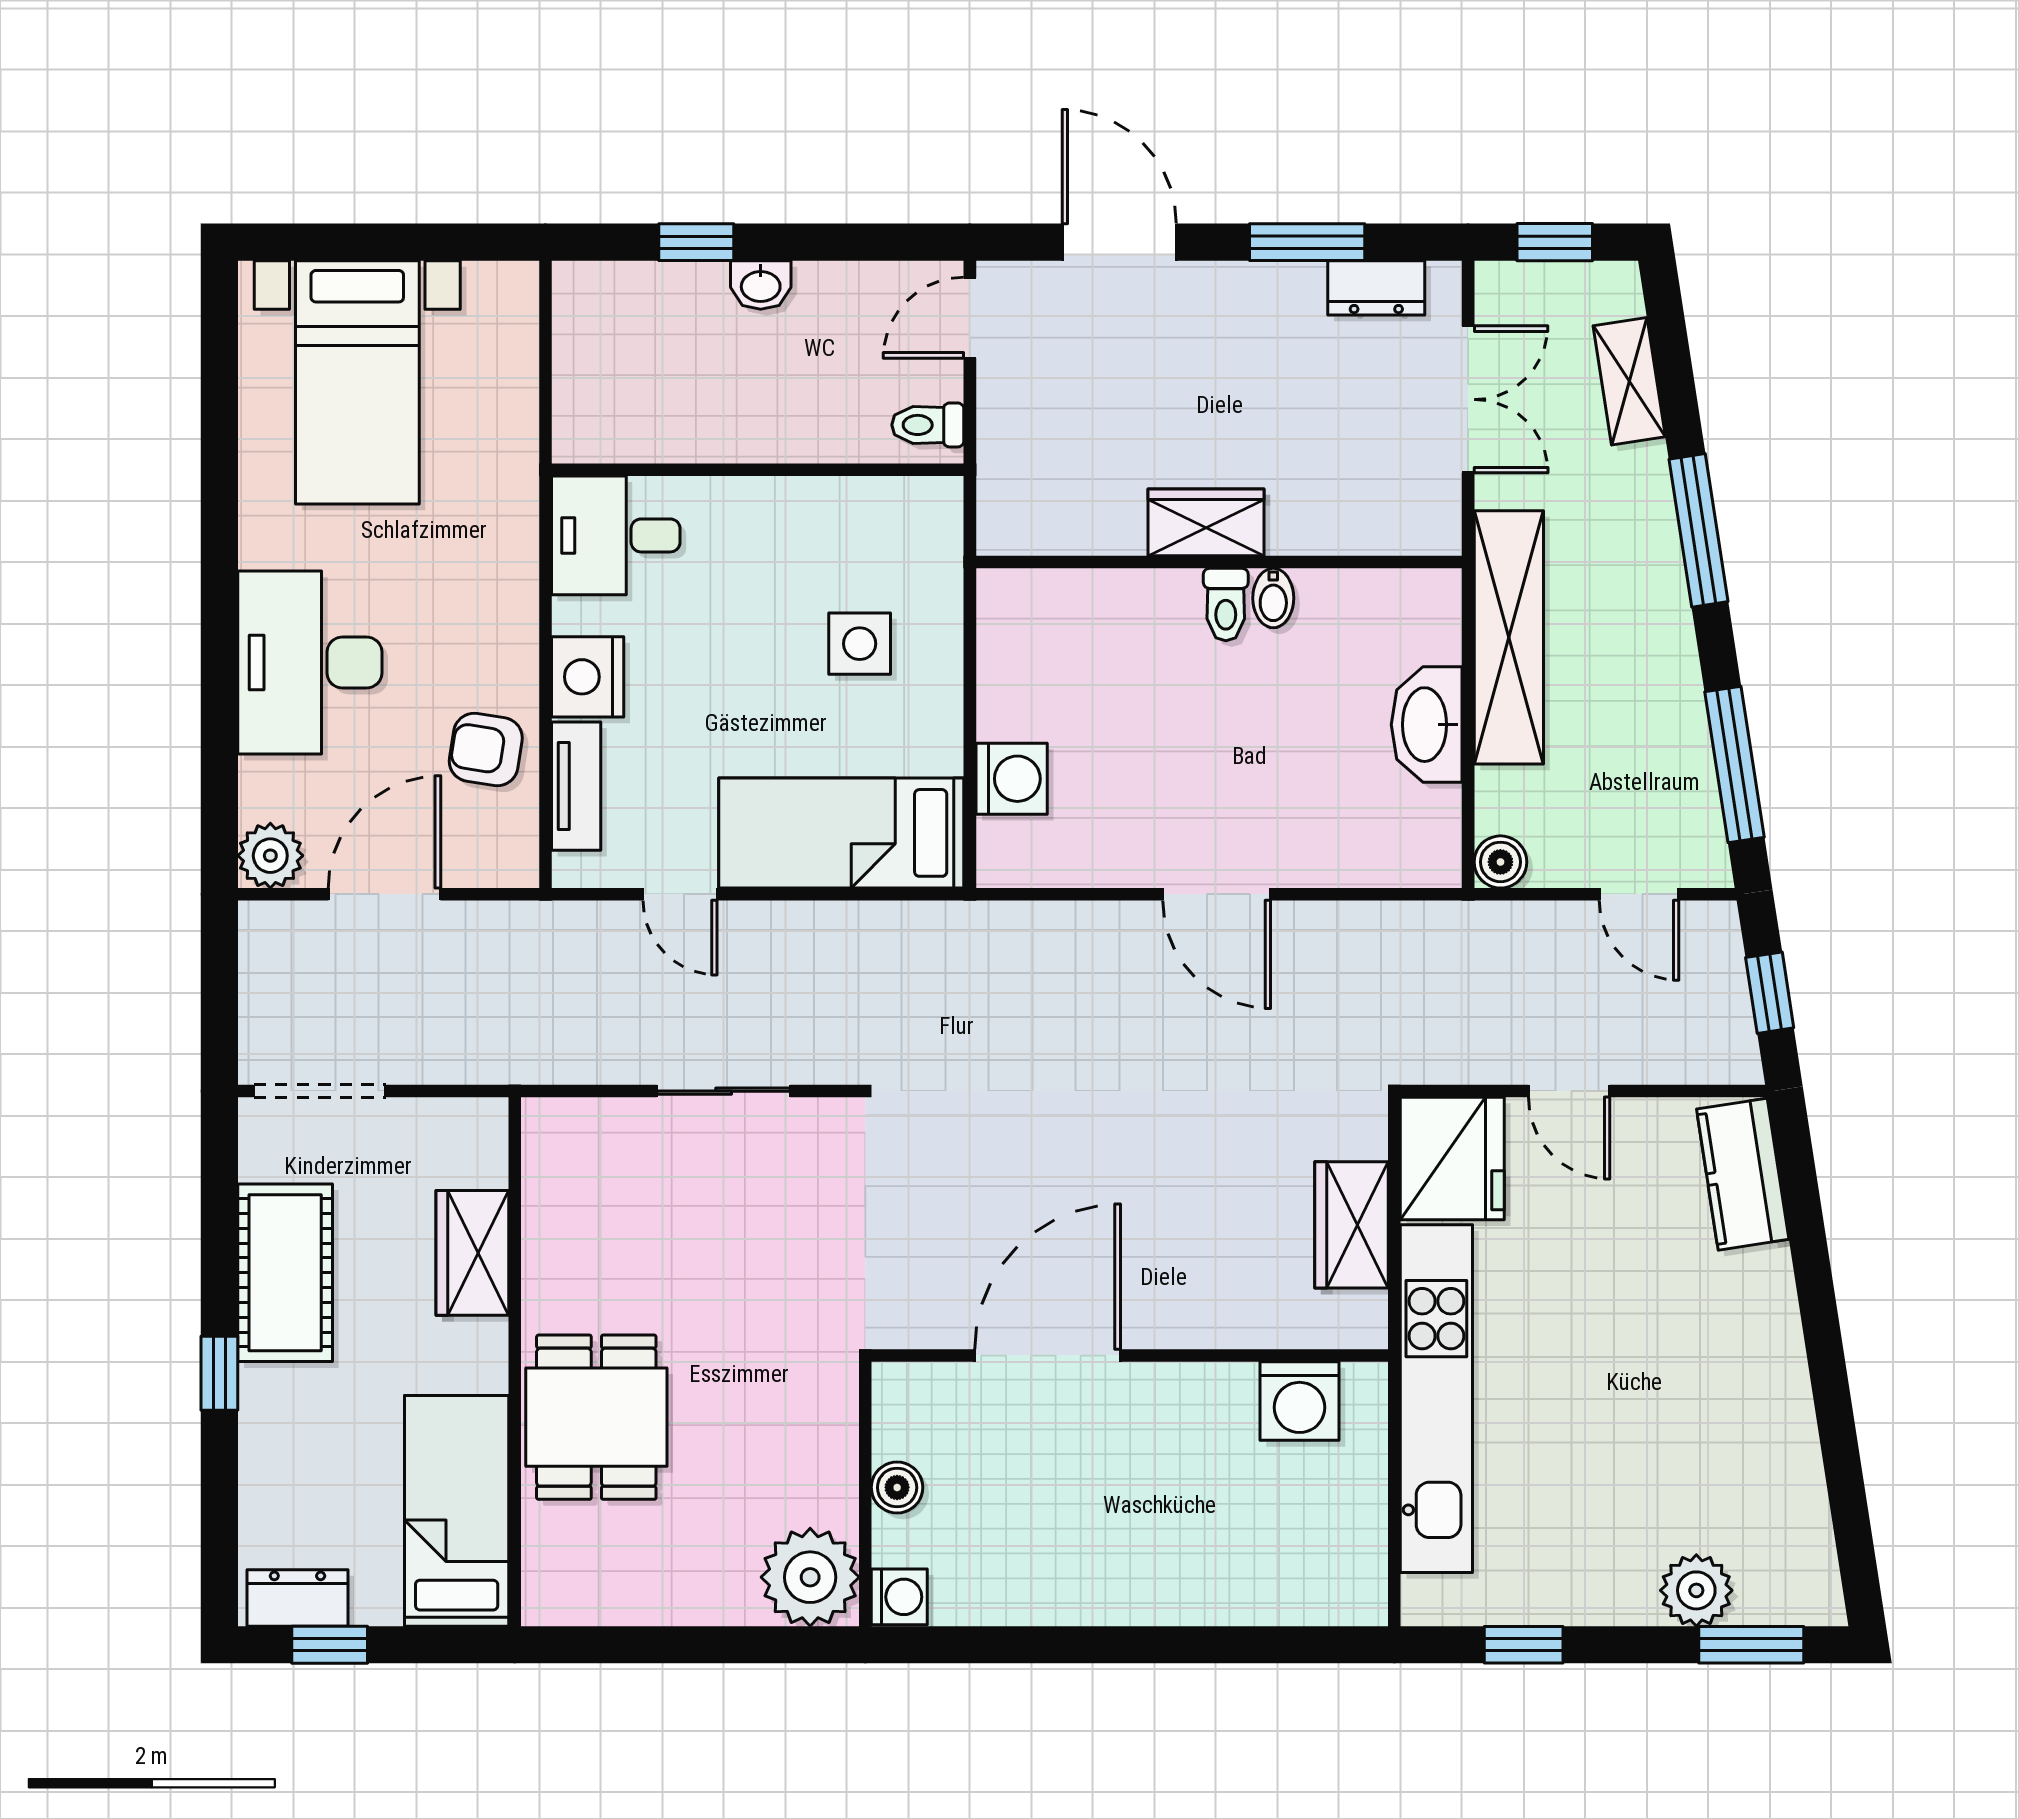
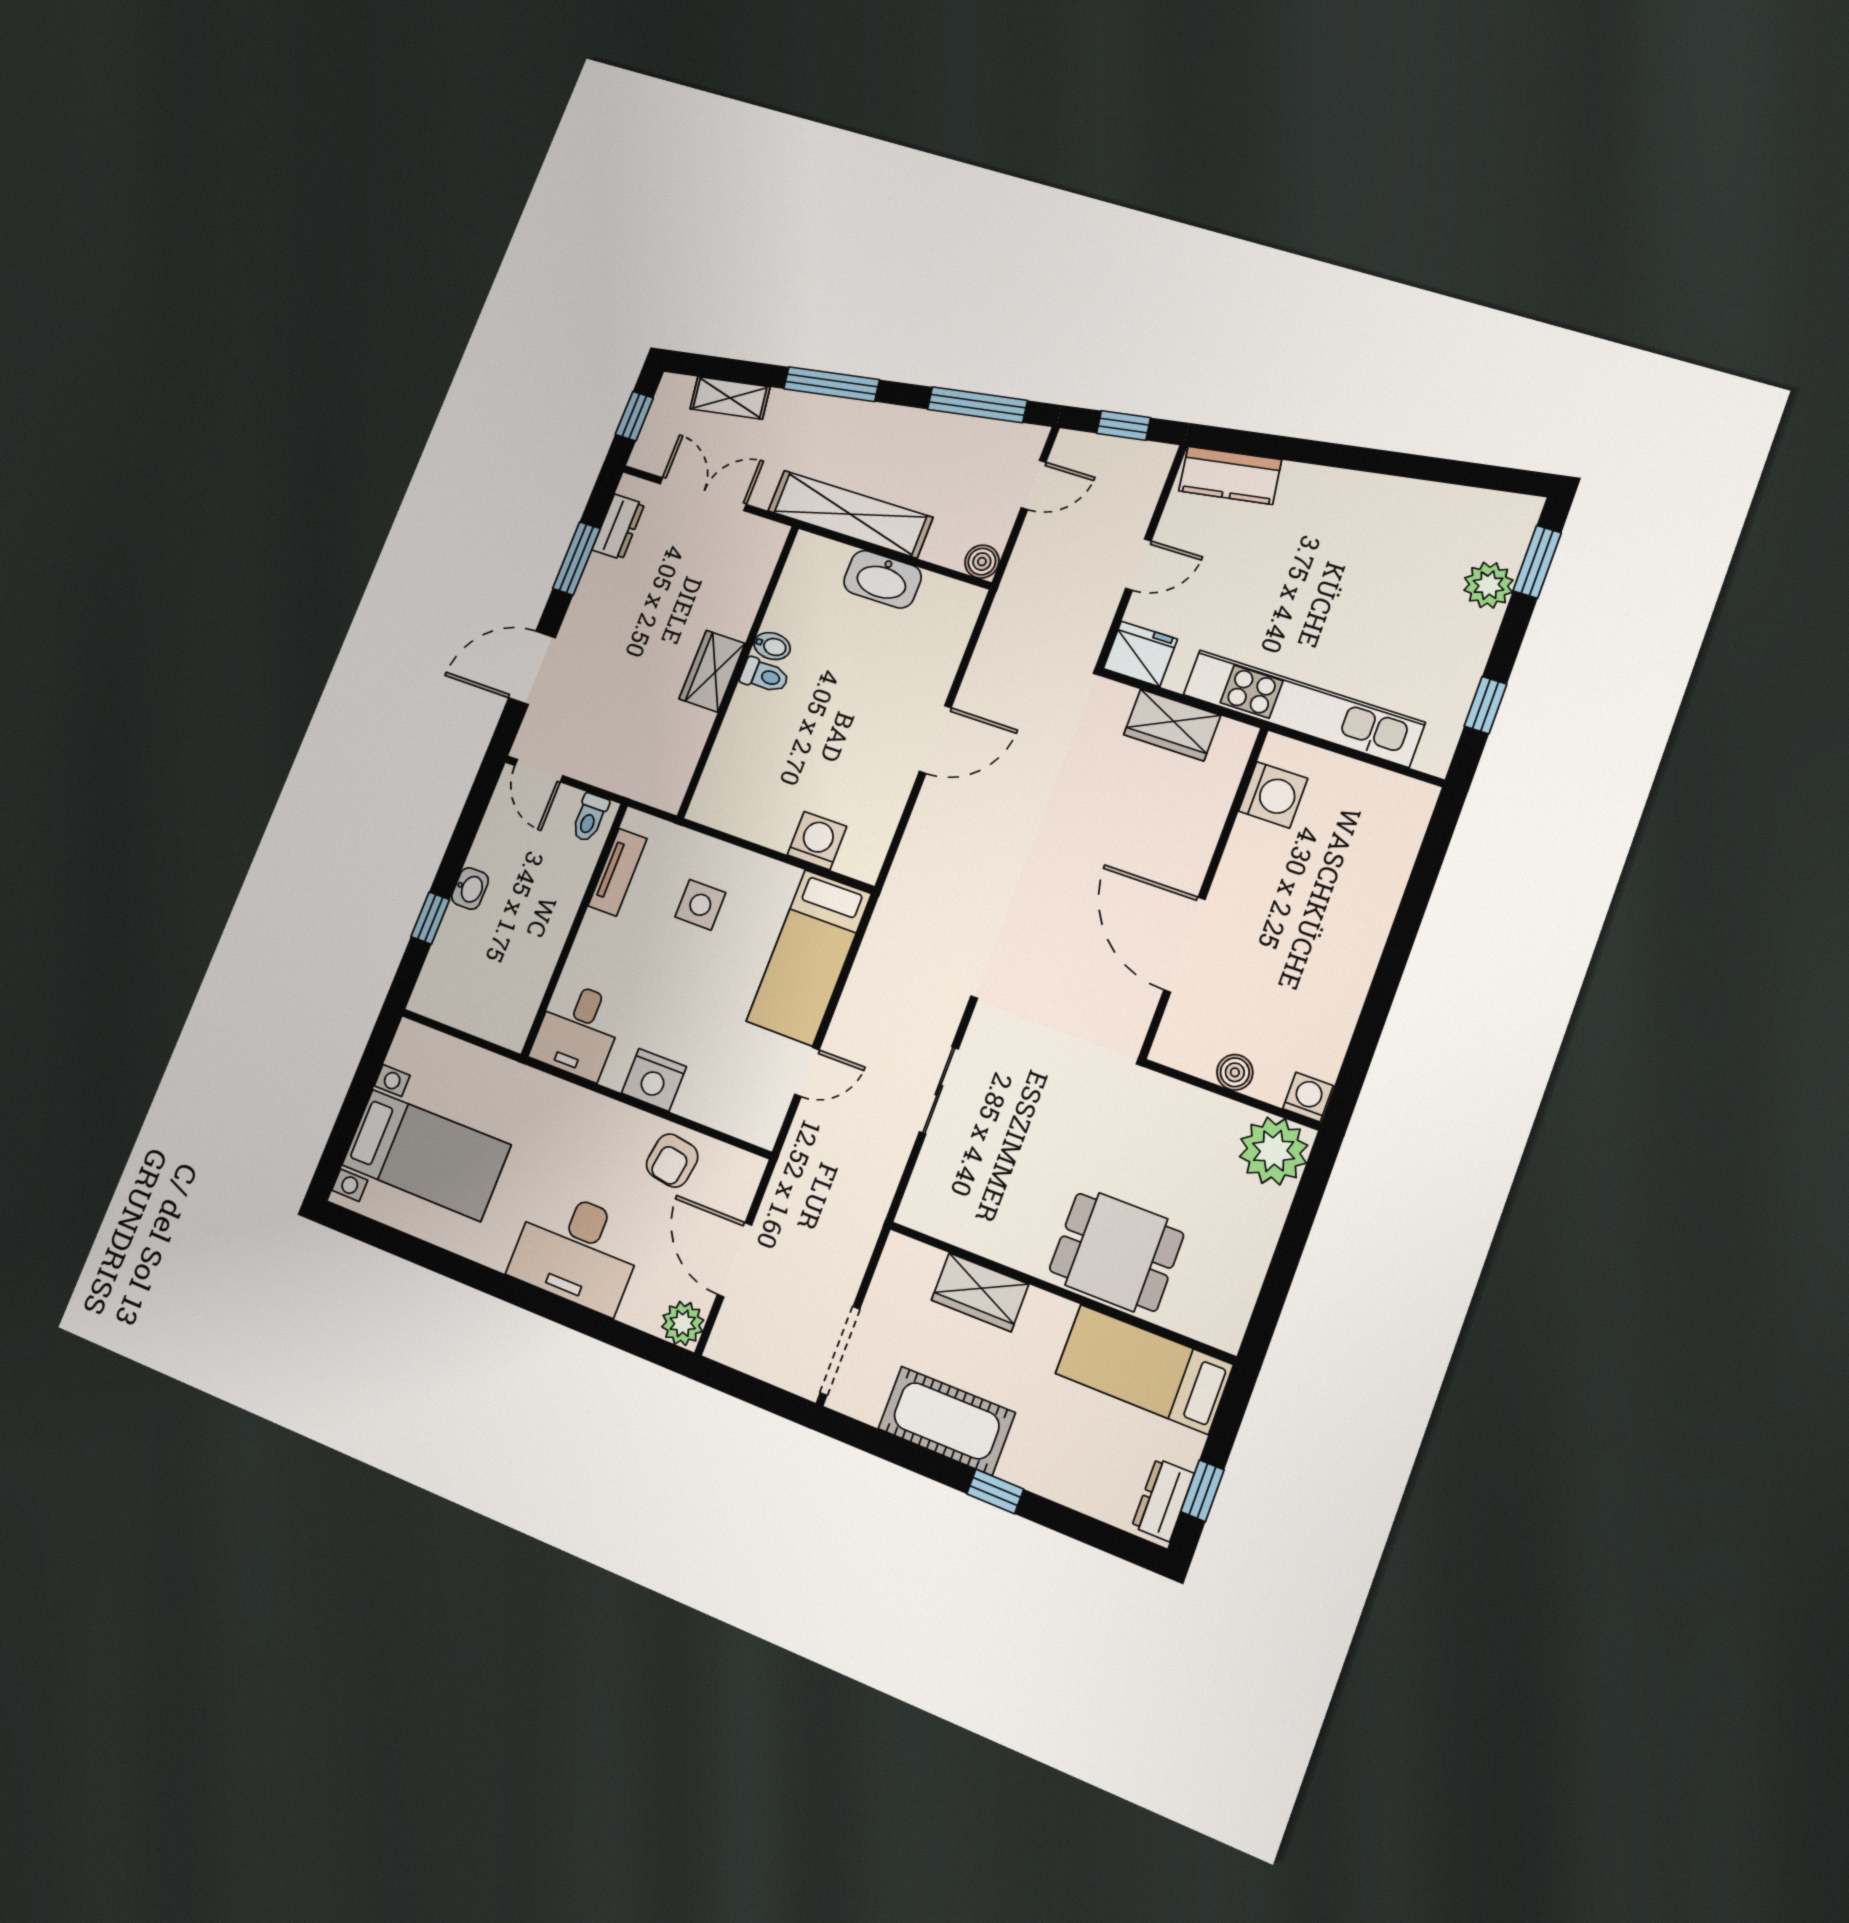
tv unit: (576, 786) -> (618, 872), moved, turned 90
fridge: (1452, 1158) -> (1140, 654), width x0.73, depth x0.75

